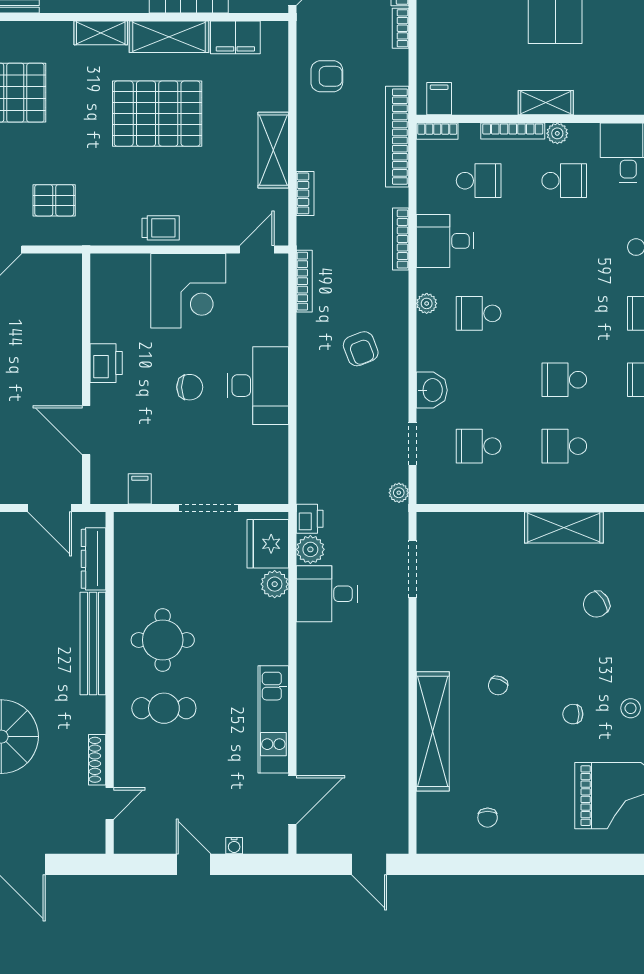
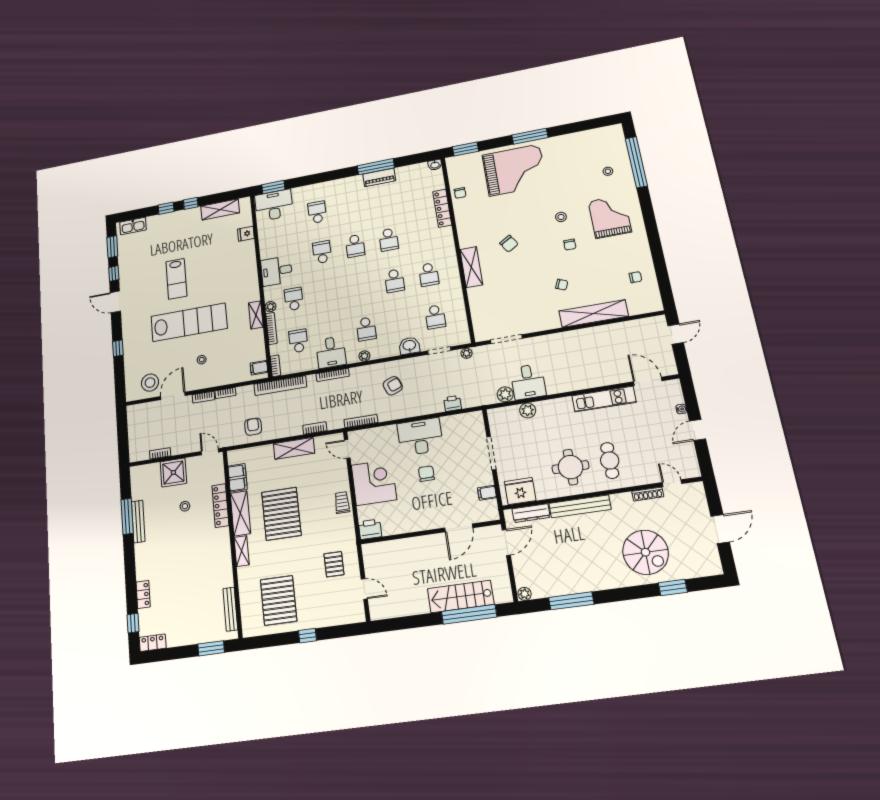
printer: (106, 363) -> (370, 529), moved
printer: (310, 519) -> (452, 403), moved
fridge: (268, 544) -> (520, 491), moved, turned 180

